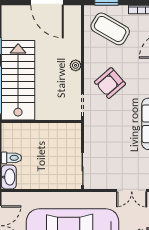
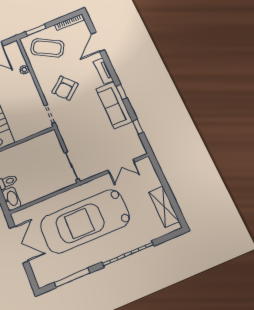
plant: (76, 65) -> (24, 70), moved

